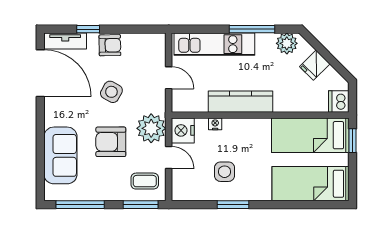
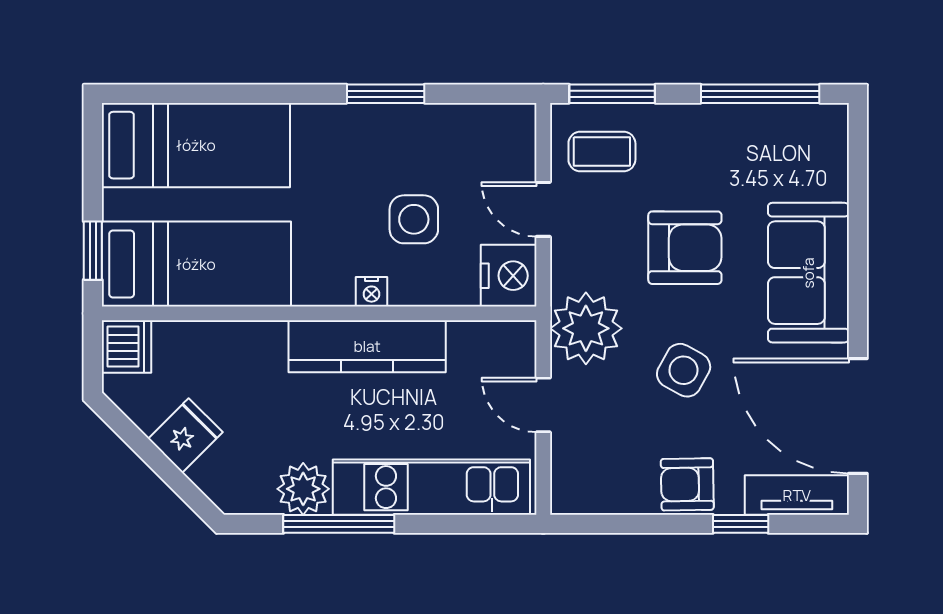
plant: (287, 43) -> (303, 489), moved
nightstand: (215, 124) -> (371, 292), moved
plant: (151, 128) -> (586, 328), moved
sofa: (60, 155) -> (808, 273), moved
side table: (225, 172) -> (414, 219), moved

